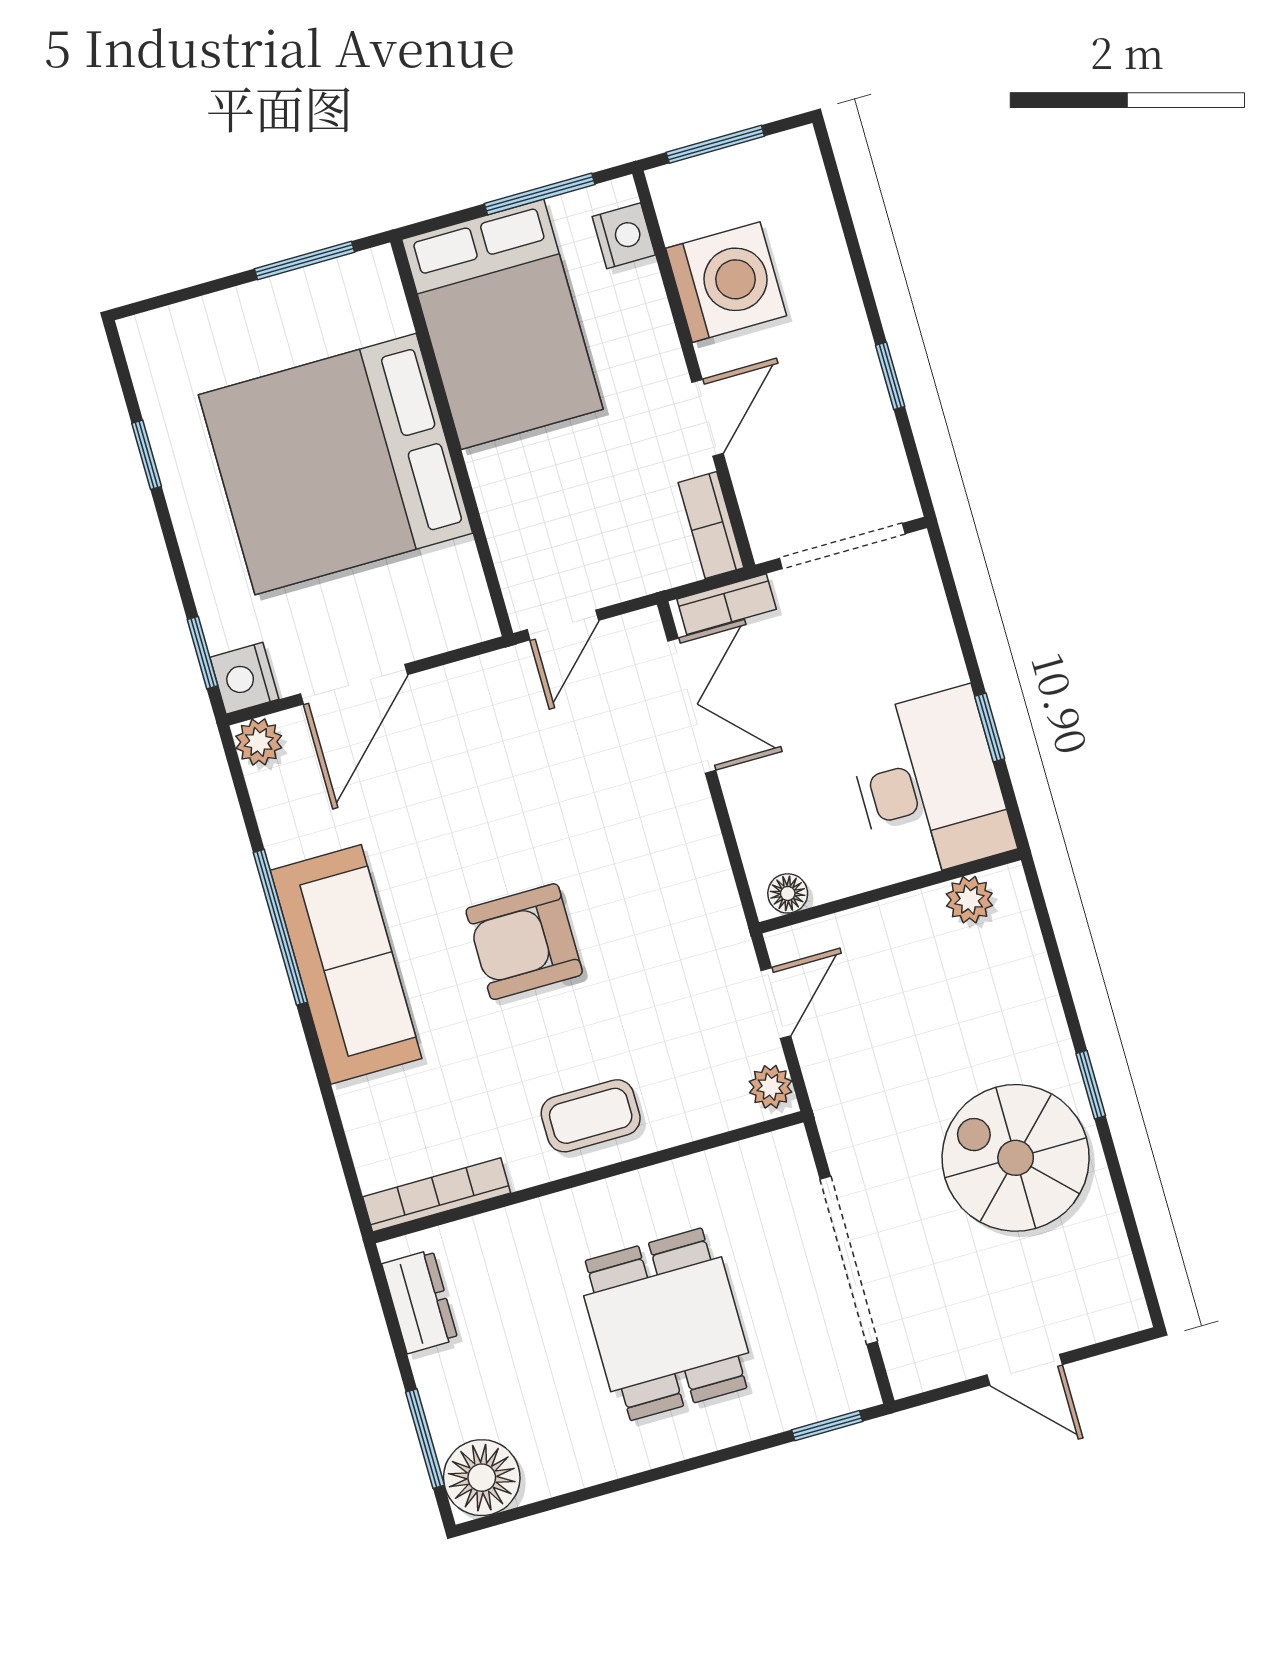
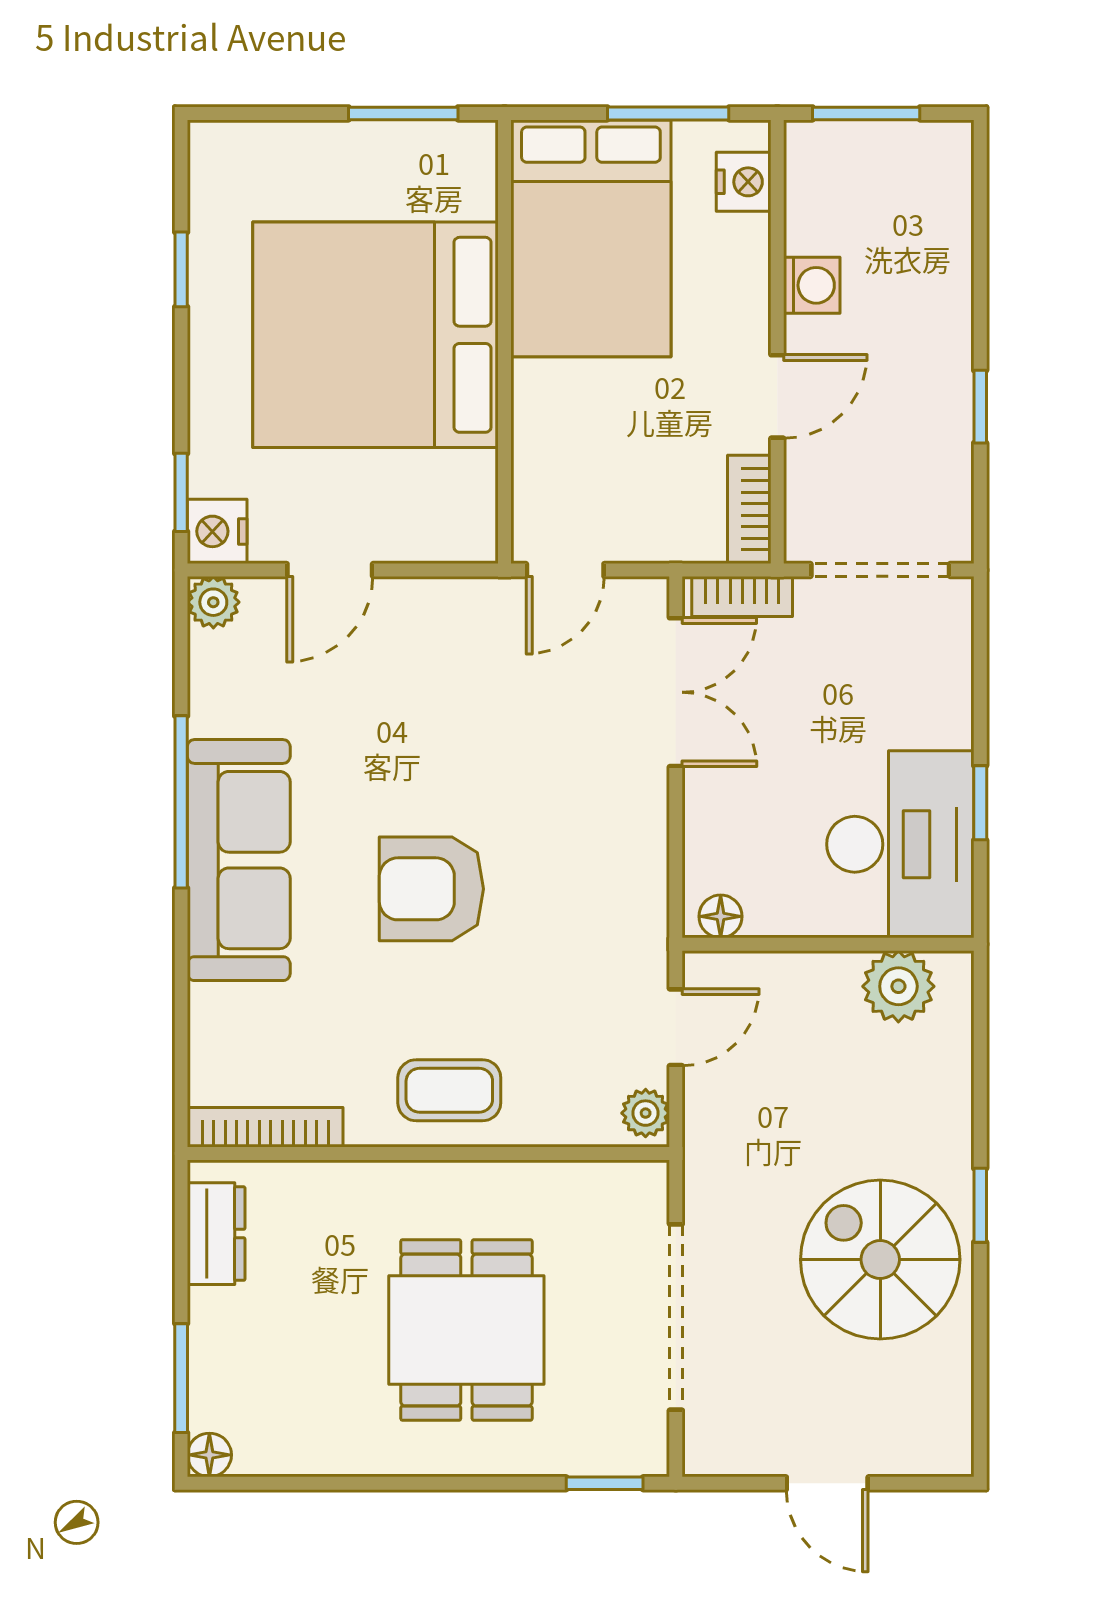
washing machine: (726, 282) -> (812, 285), width x0.53, depth x0.53
door: (354, 684) -> (330, 570), width x0.73
plant: (969, 900) -> (898, 986), width x1.38, depth x1.38
floor lamp: (482, 1478) -> (209, 1455), width x0.53, depth x0.53

